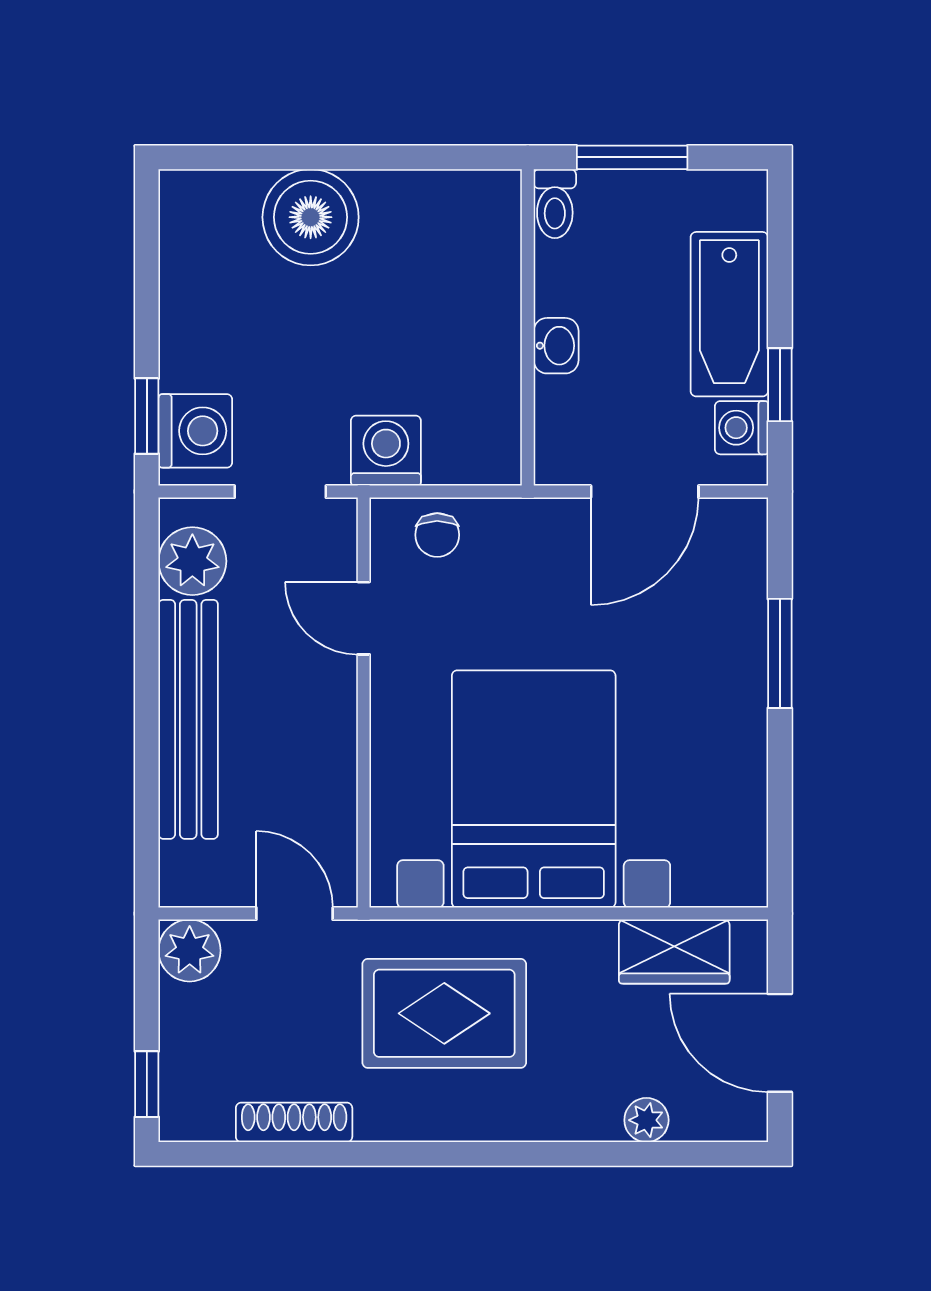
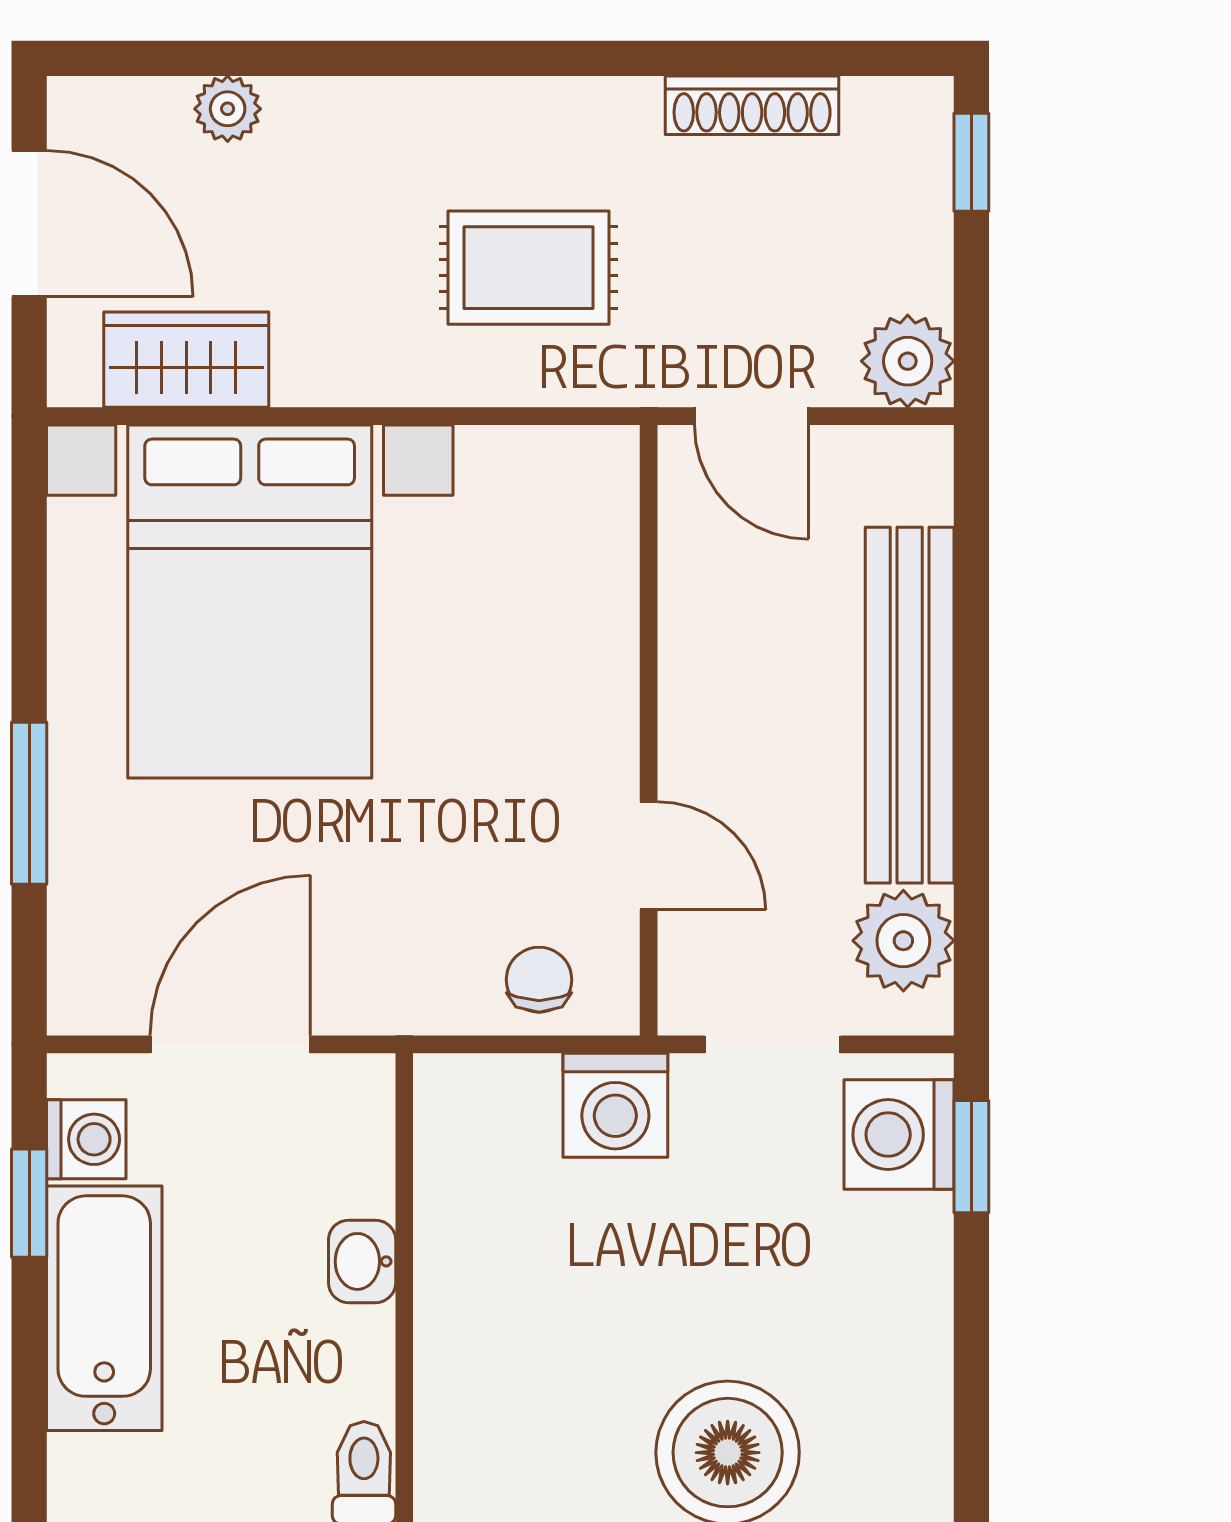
bed with nightstands: (534, 789) -> (250, 601), moved
rug: (444, 1013) -> (529, 268), width x0.73, depth x0.70

